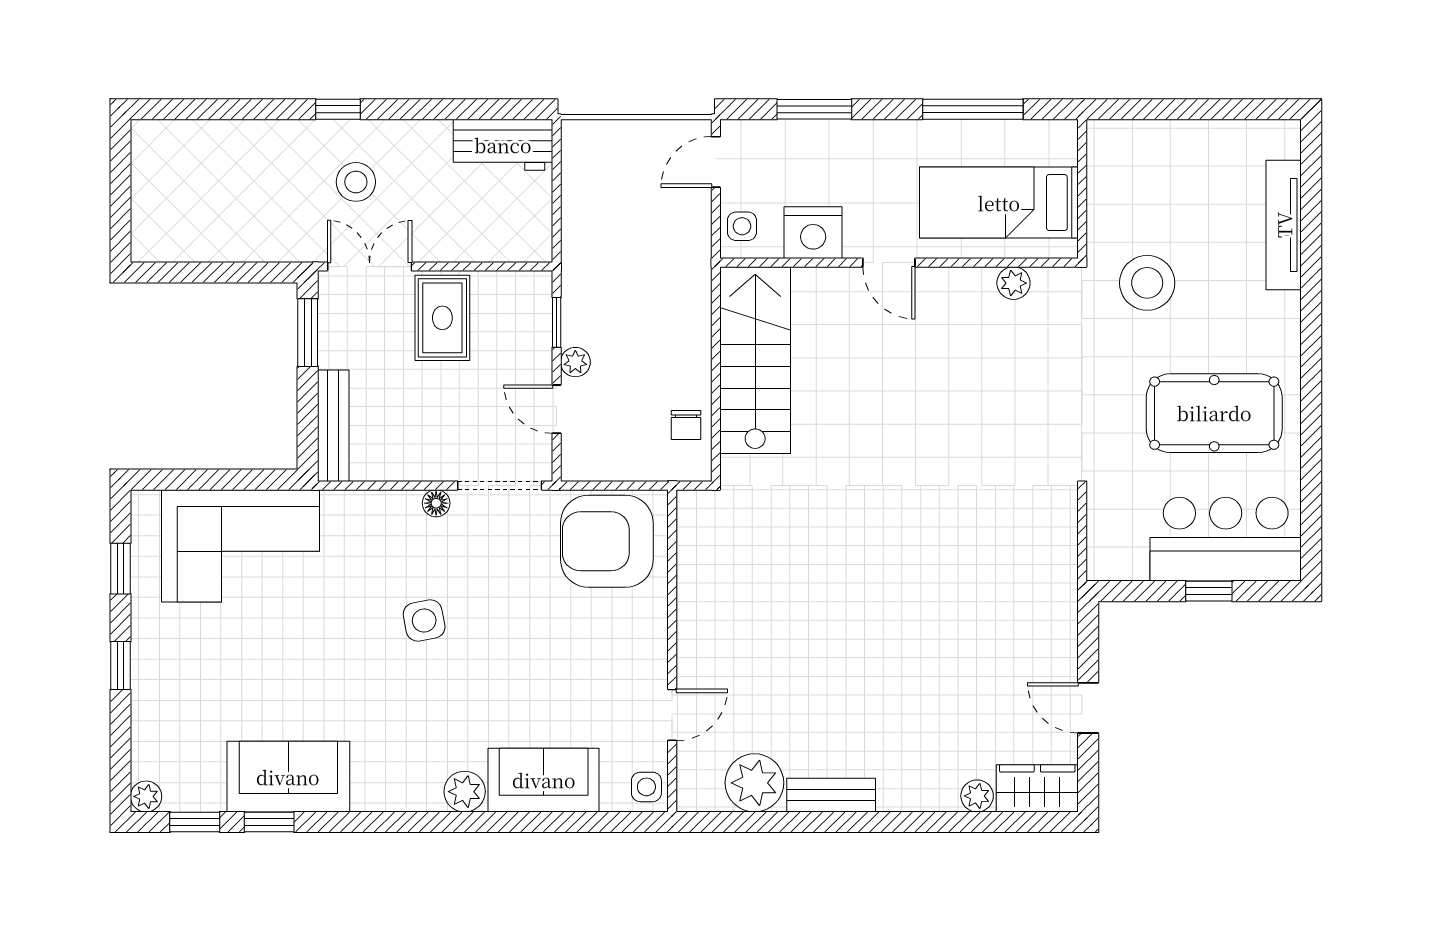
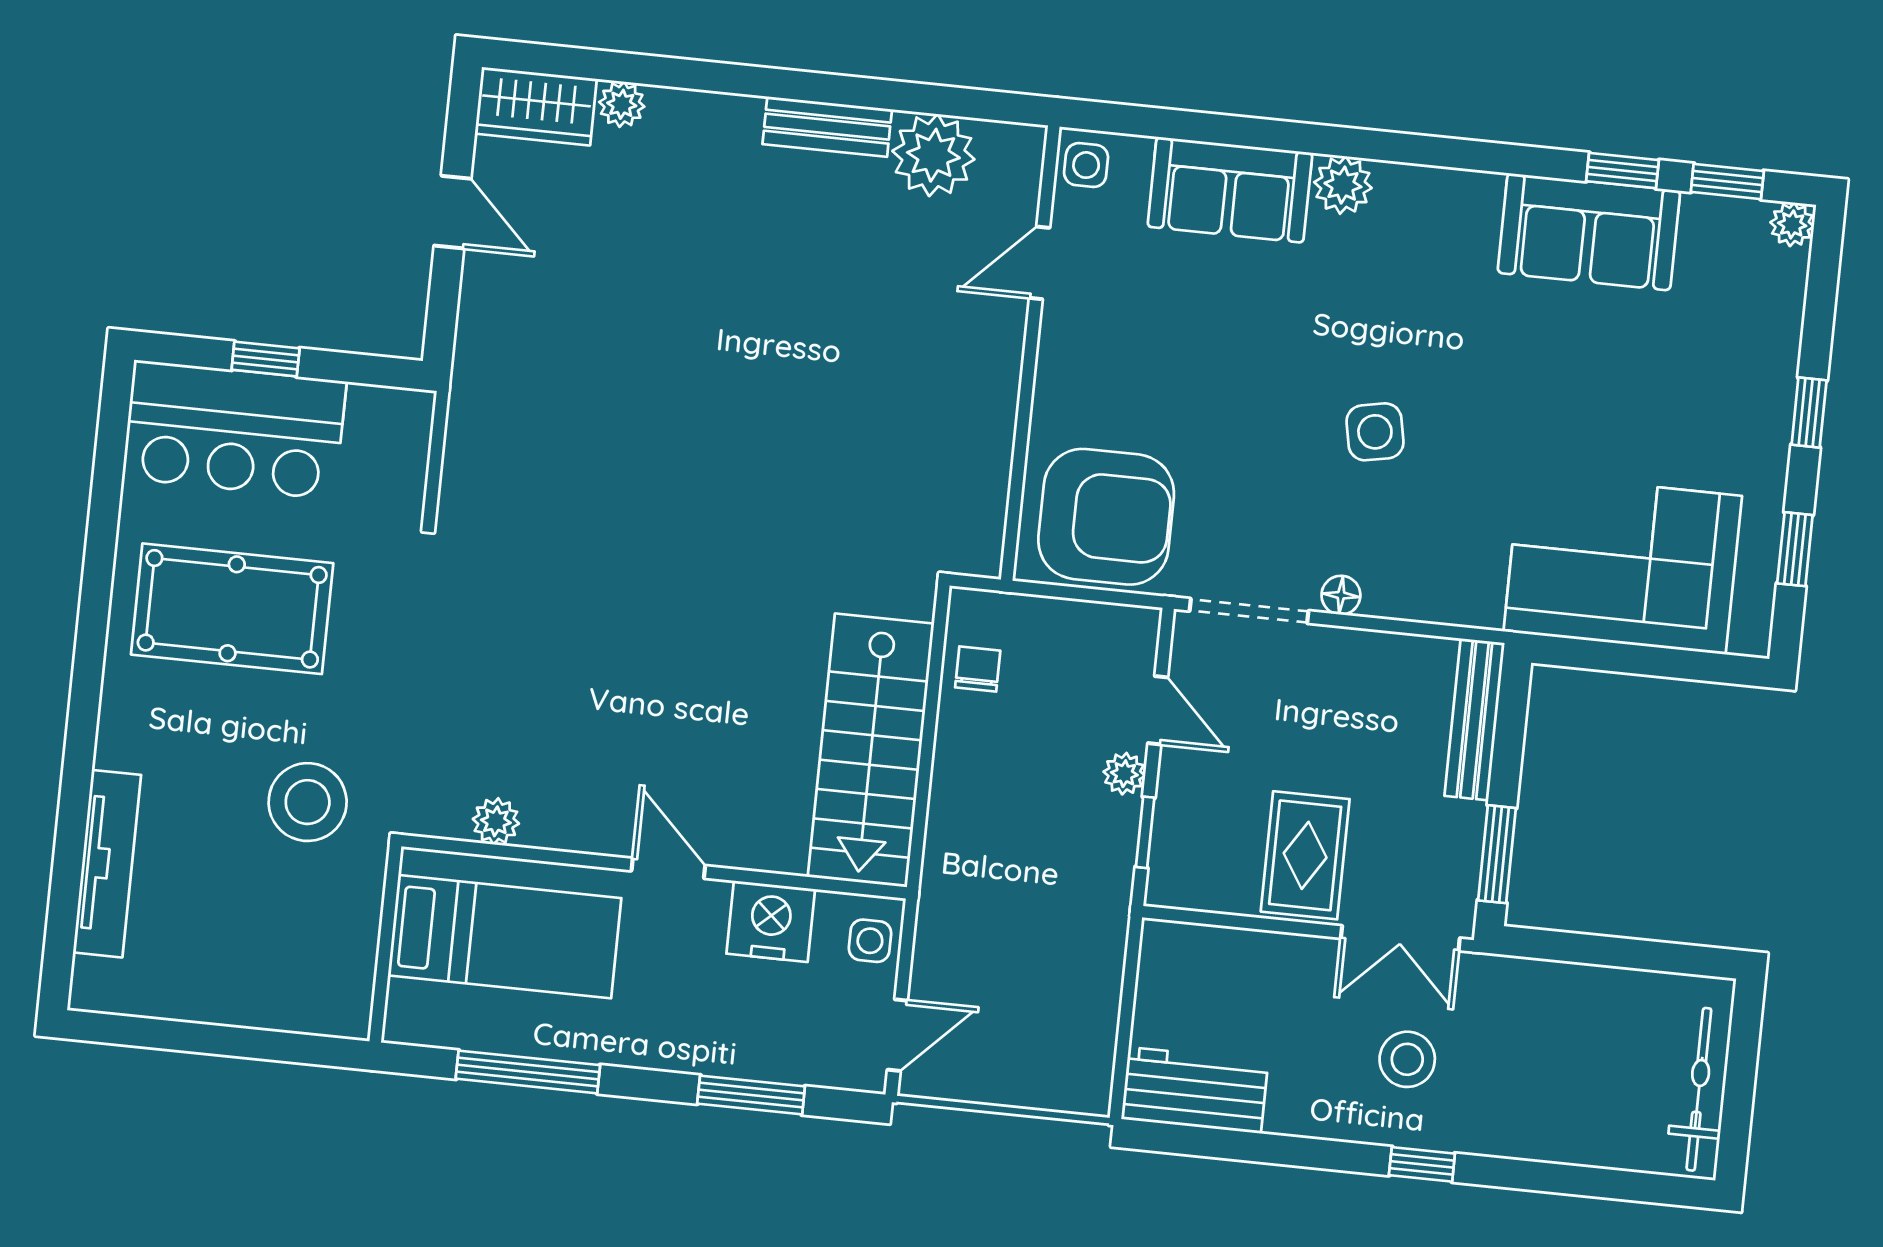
bicycle: (149, 182) -> (1699, 1089), added

